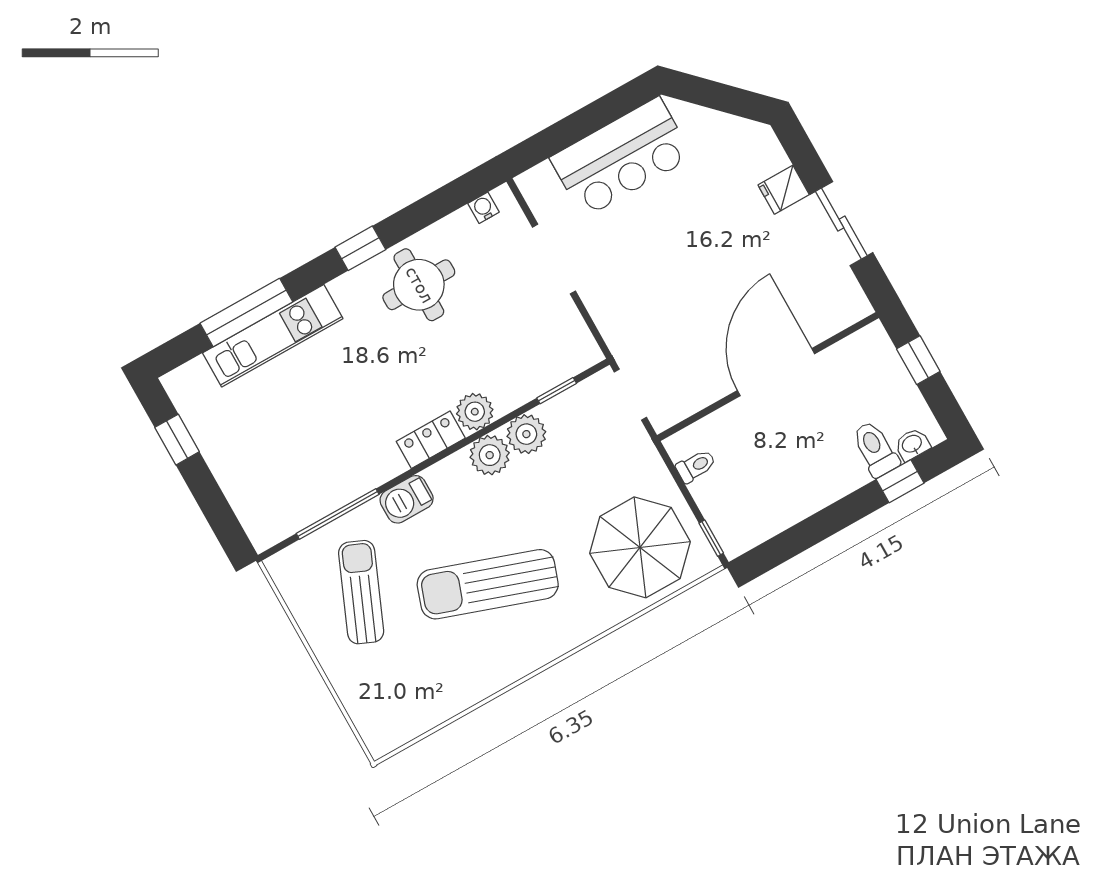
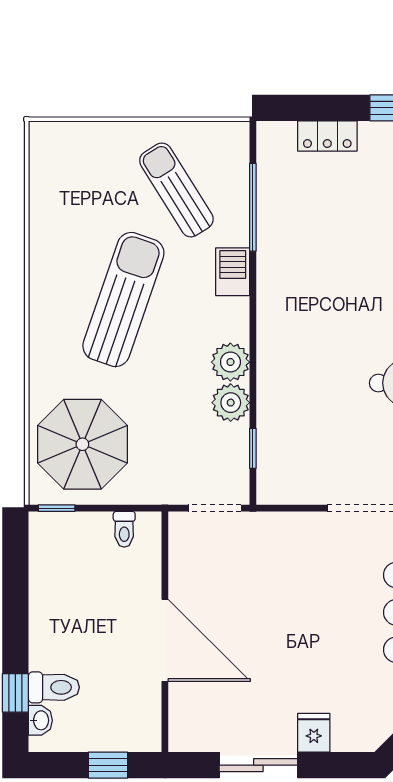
plant: (475, 412) -> (274, 370), removed
locker: (431, 440) -> (327, 136), moved, turned 90
sun lounger: (361, 592) -> (176, 190), turned -145

